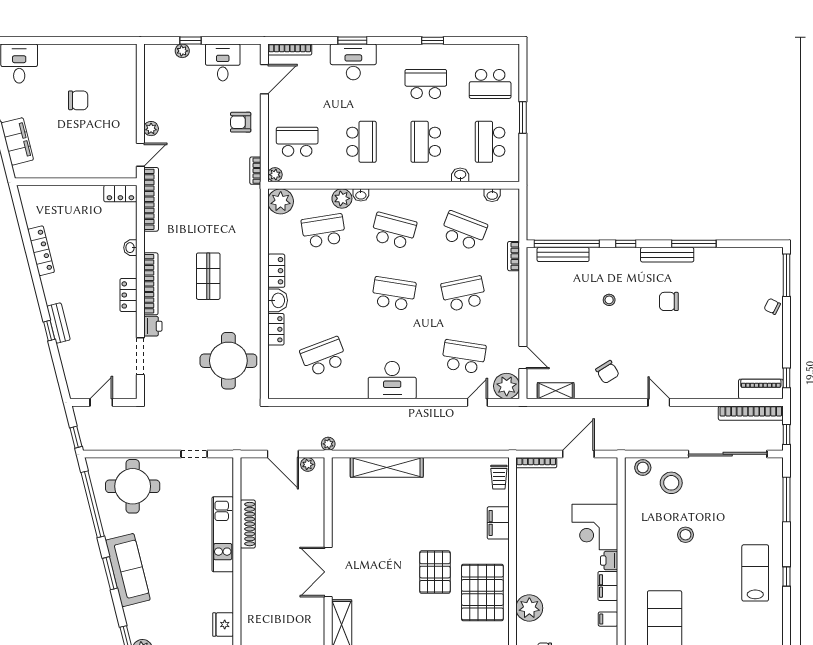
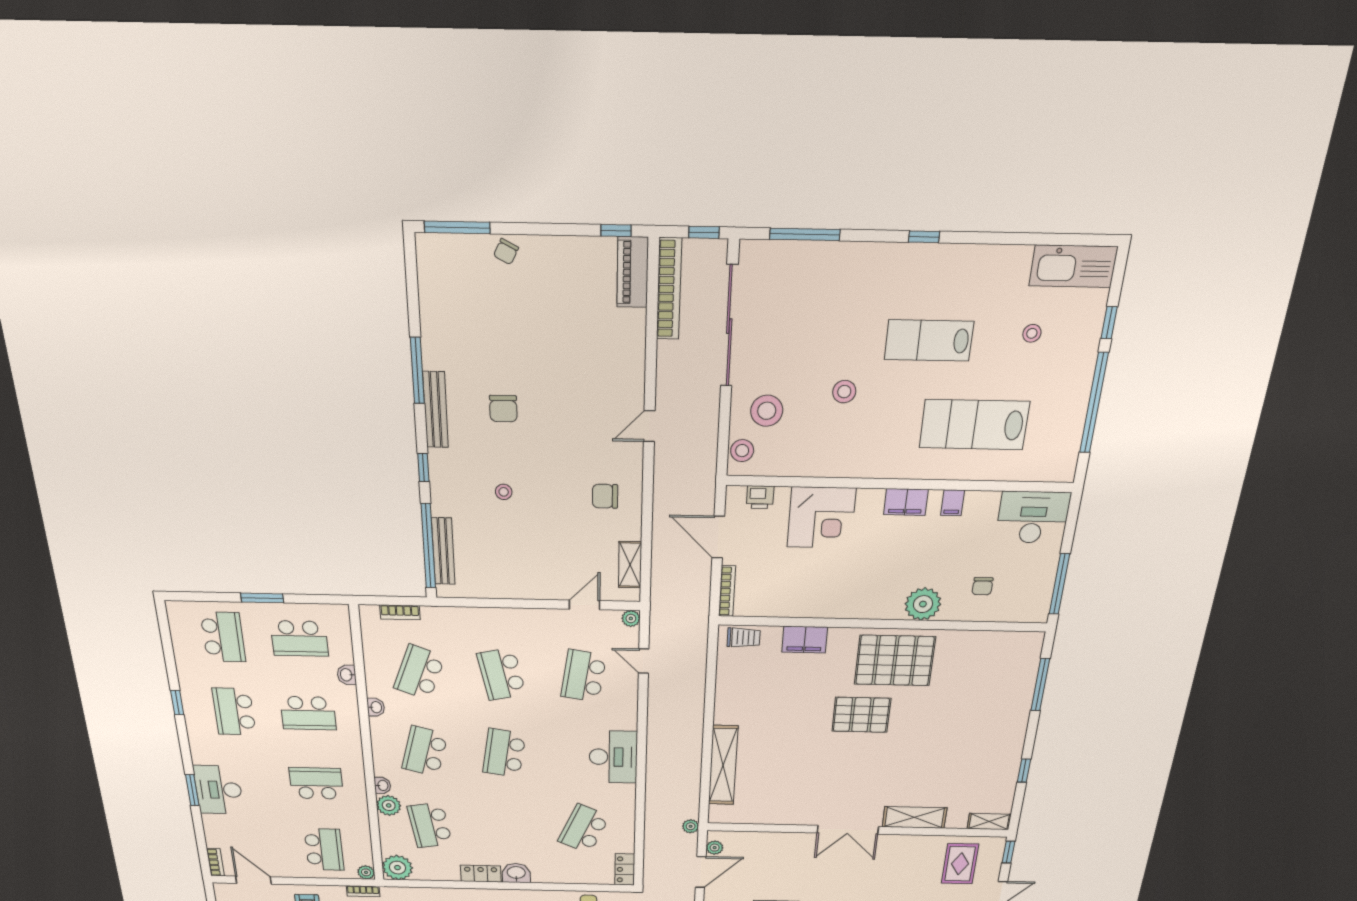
bookcase: (290, 50) -> (215, 862), width x0.64
school desk: (297, 142) -> (324, 850), turned 180
washbasin: (492, 195) -> (376, 707), moved
bookcase: (514, 256) -> (400, 612), moved
locker: (276, 329) -> (625, 869), moved, turned -90
school desk: (324, 357) -> (584, 829), turned 45
chair: (607, 372) -> (605, 496), turned -148
plant: (507, 386) -> (631, 618), width x0.53, depth x0.53
printer: (609, 561) -> (760, 497), moved
lab bench: (755, 573) -> (929, 340), moved

